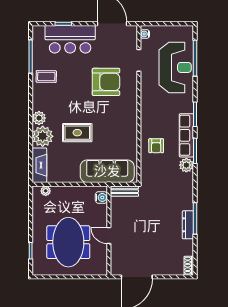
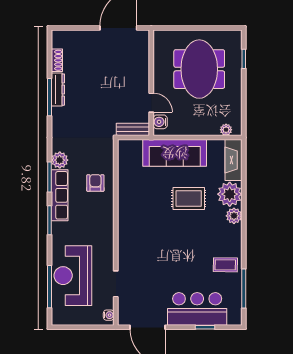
armchair: (106, 82) -> (155, 258), removed
sofa: (107, 171) -> (175, 153), moved
door: (109, 236) -> (151, 103), moved
shoe rack: (189, 266) -> (57, 60), moved

